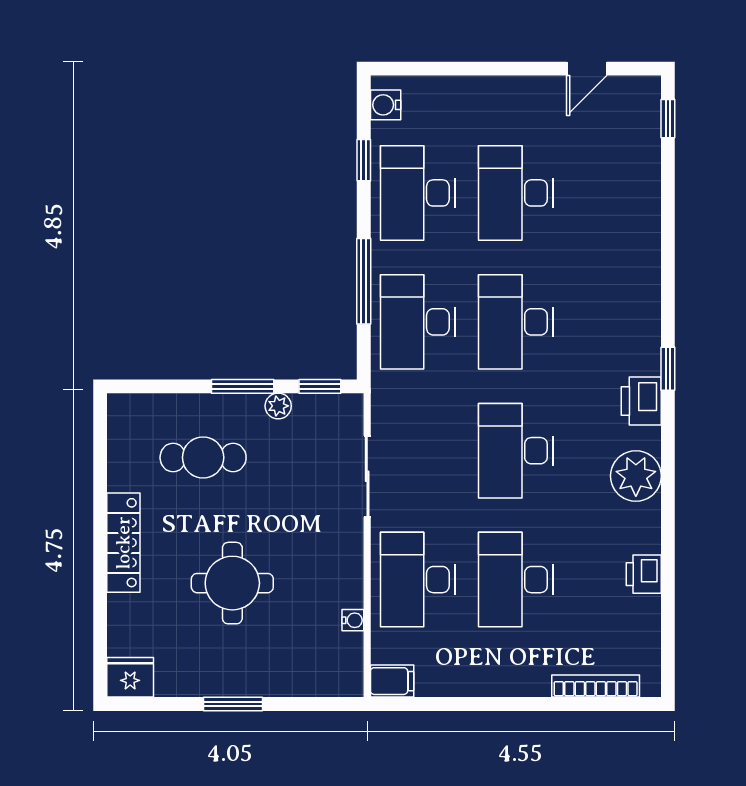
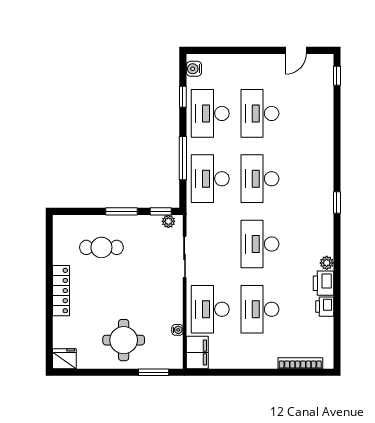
printer: (641, 401) -> (323, 283), moved
plant: (278, 406) -> (168, 221), moved
plant: (636, 476) -> (327, 263), width x0.53, depth x0.53
round table: (232, 583) -> (124, 340), moved
filing cabinet: (392, 681) -> (197, 353), width x2.00
window: (233, 704) -> (154, 372), moved

